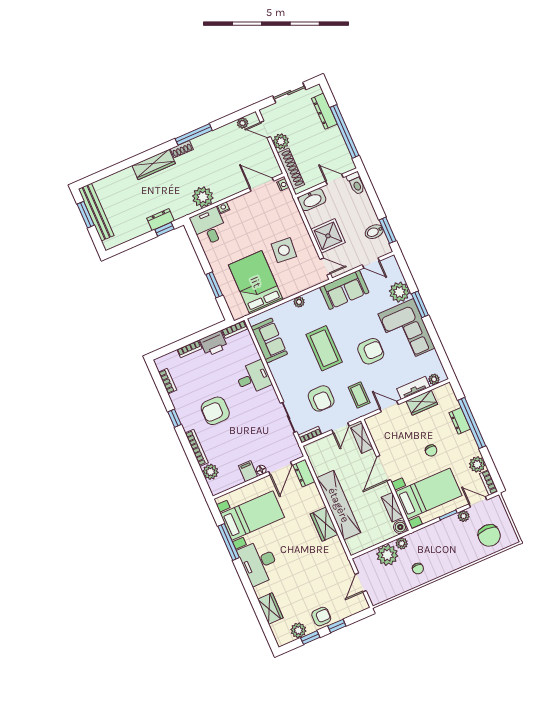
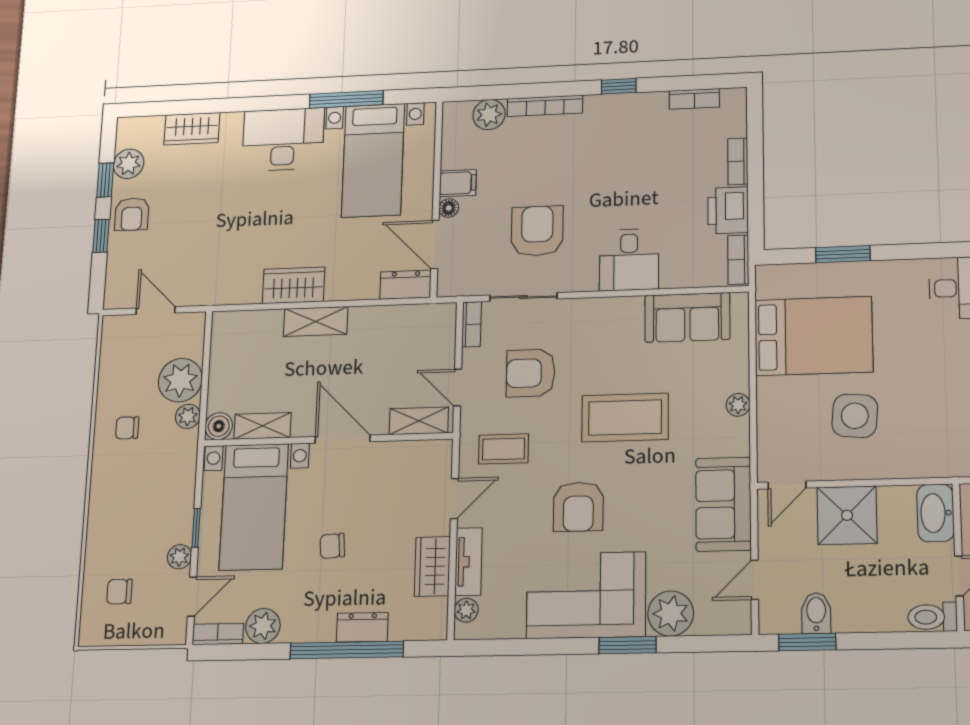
armchair: (215, 411) -> (537, 231), moved
shelving: (339, 505) -> (316, 321), width x0.45, depth x0.75
chair: (489, 535) -> (119, 592), width x0.54, depth x0.54

